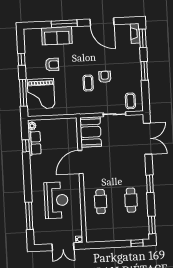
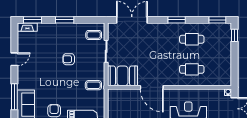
door: (102, 22) -> (14, 59), width x0.53
coffee table: (88, 83) -> (93, 85), moved

